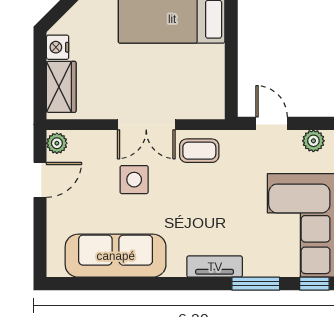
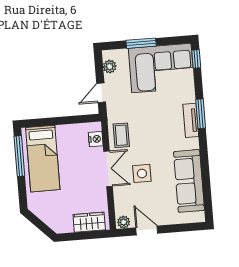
nightstand: (58, 47) -> (96, 139), moved, turned -90
window: (256, 284) -> (201, 114), moved

